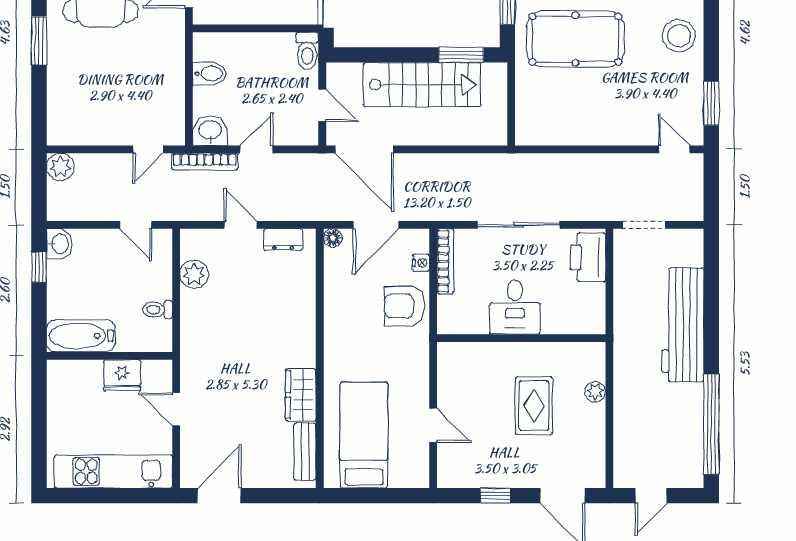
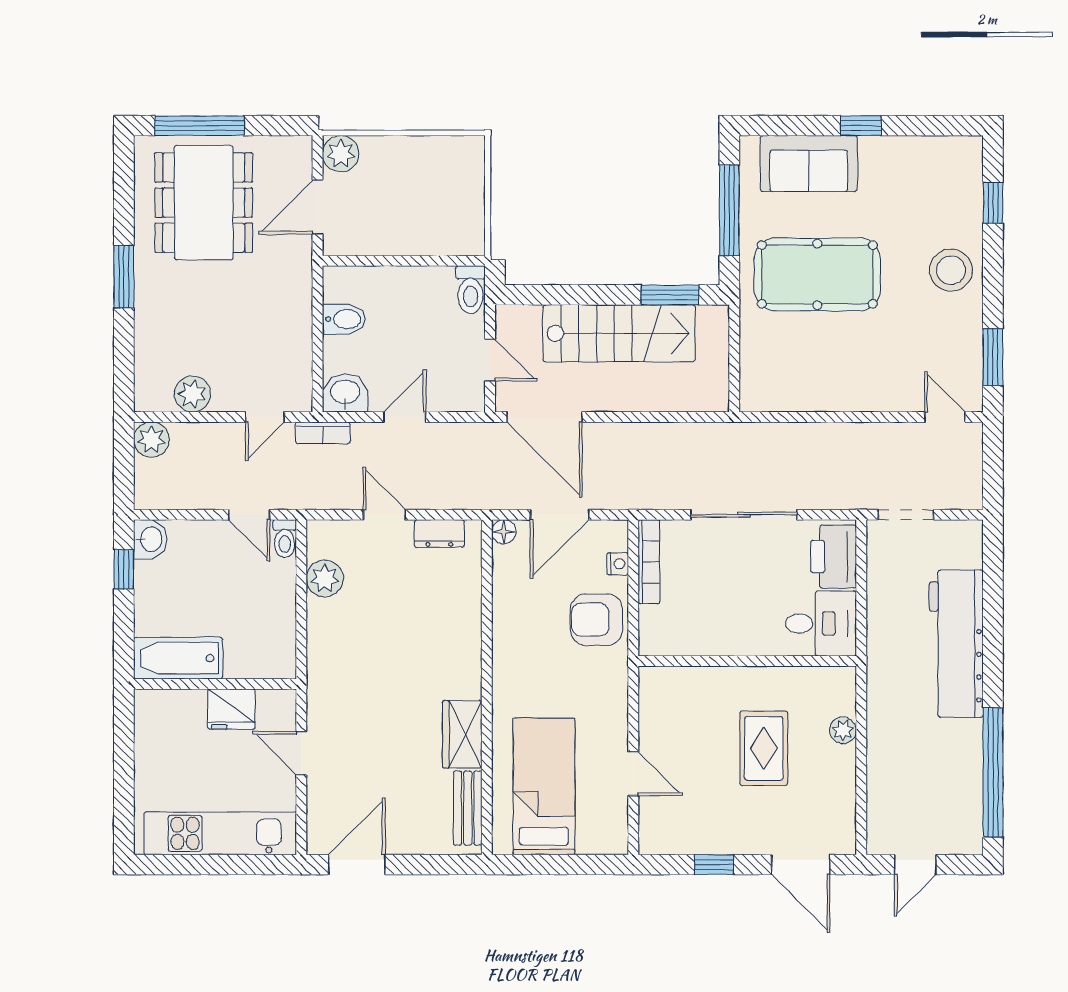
plant: (92, 132) -> (192, 394), added
bookcase: (205, 162) -> (323, 433), width x0.64
desk: (515, 307) -> (821, 624), moved, turned -90
toilet: (158, 310) -> (285, 539), moved, turned -90

